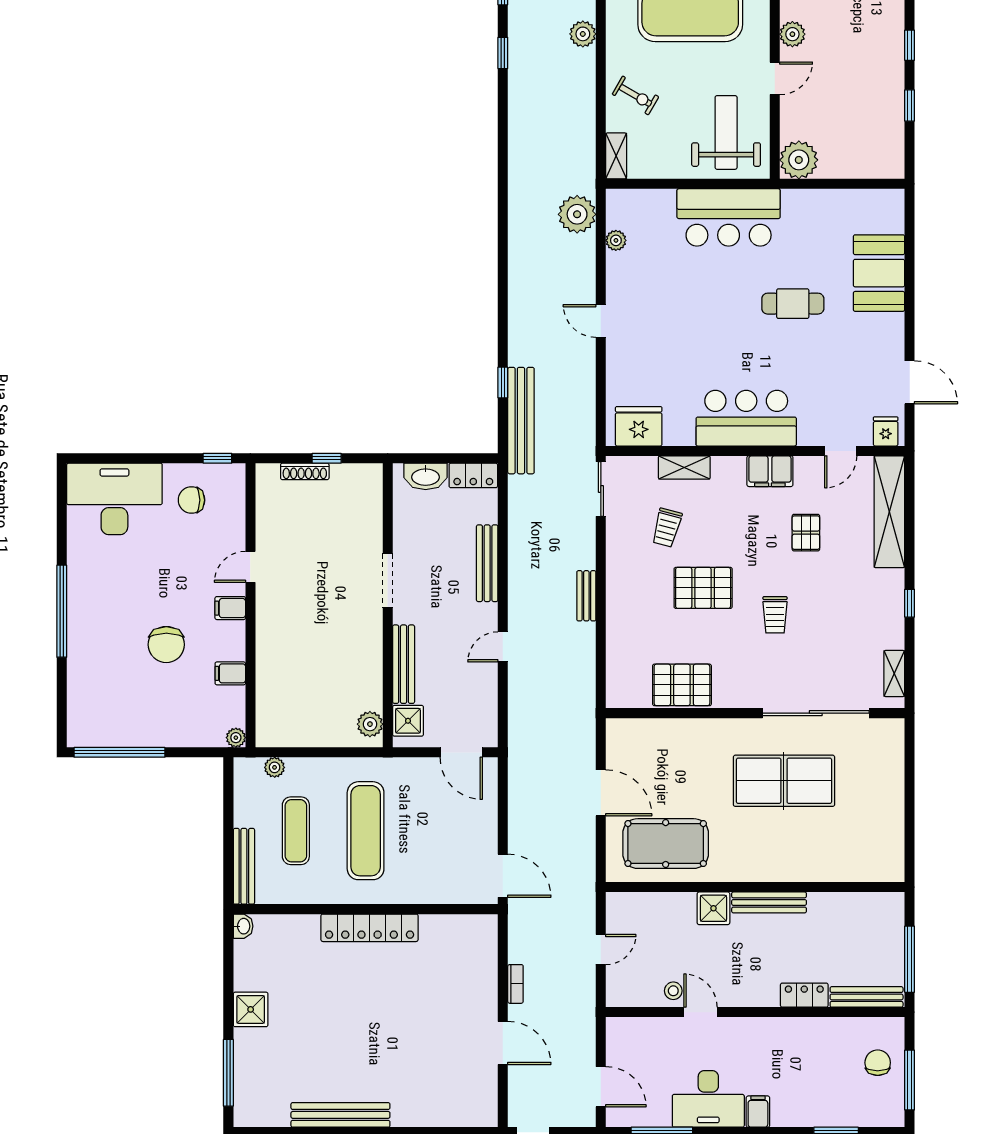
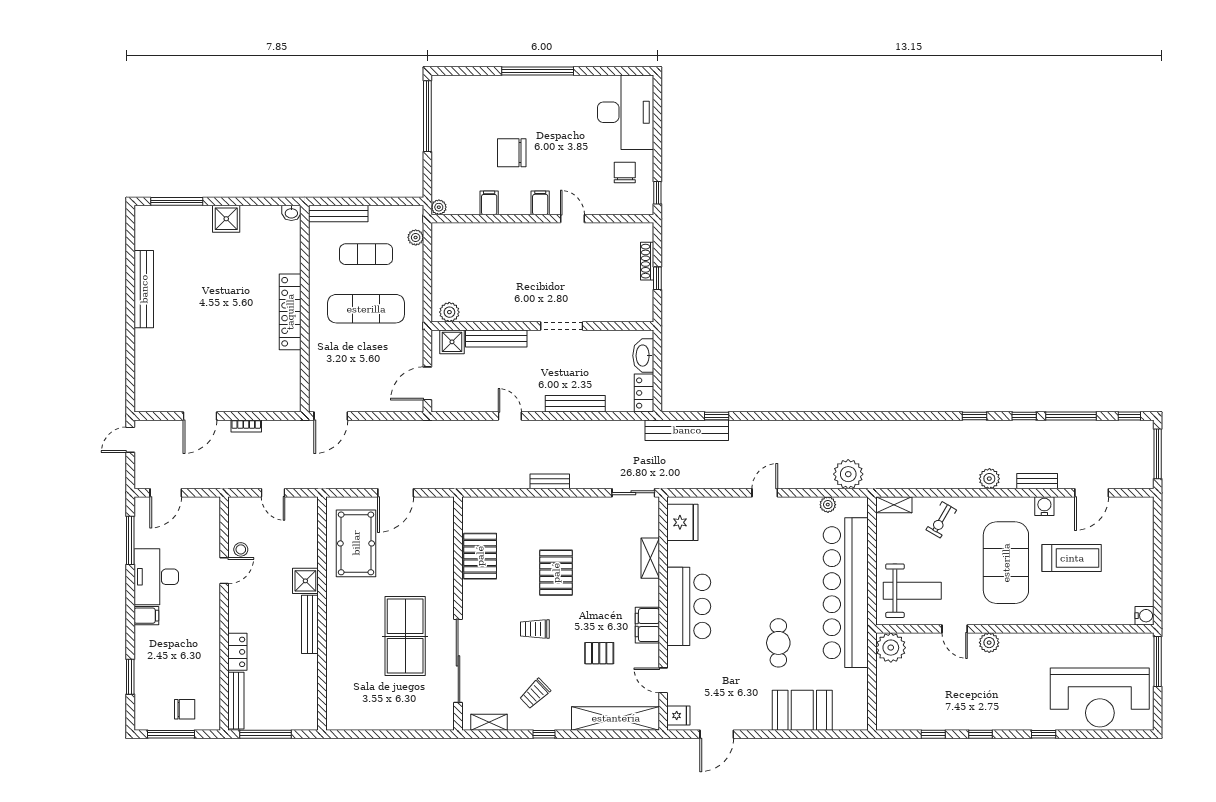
bar counter: (729, 217) -> (846, 593), width x1.86
trolley: (667, 528) -> (535, 694), moved, turned -59

